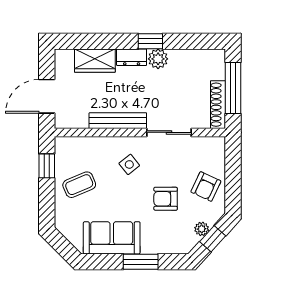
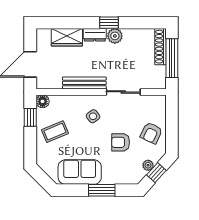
shoe rack: (218, 105) -> (161, 47), moved
floor lamp: (63, 145) -> (43, 101), added

